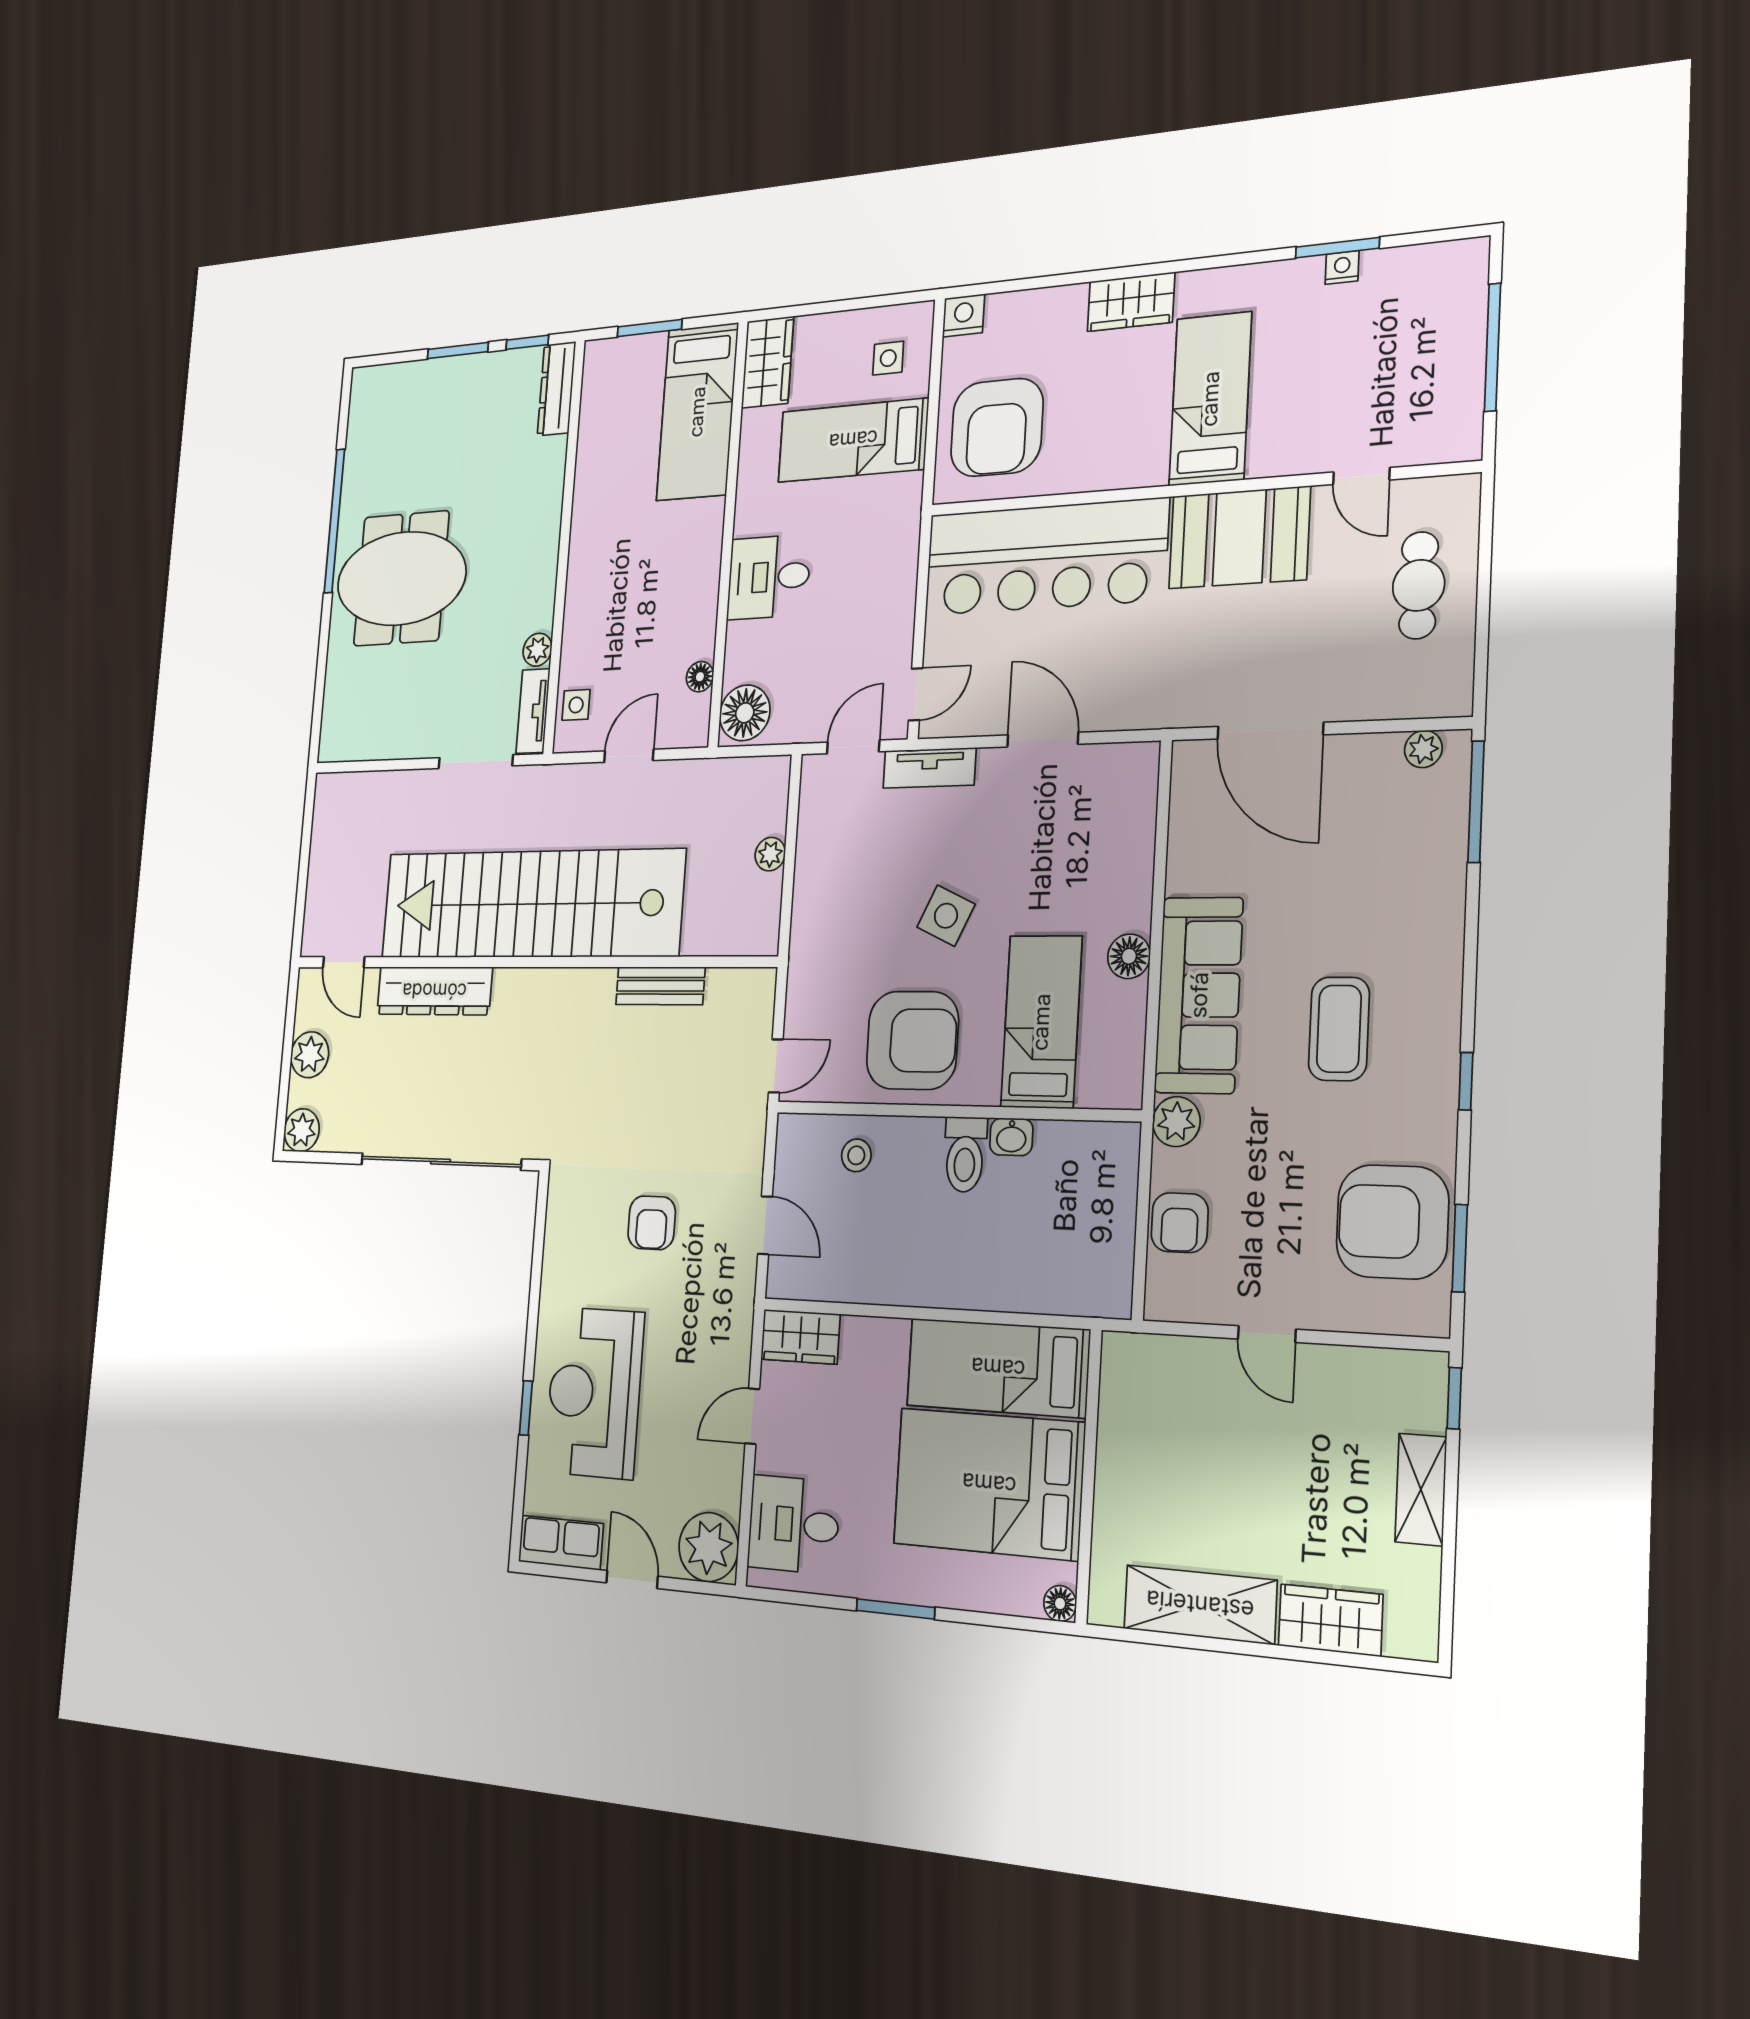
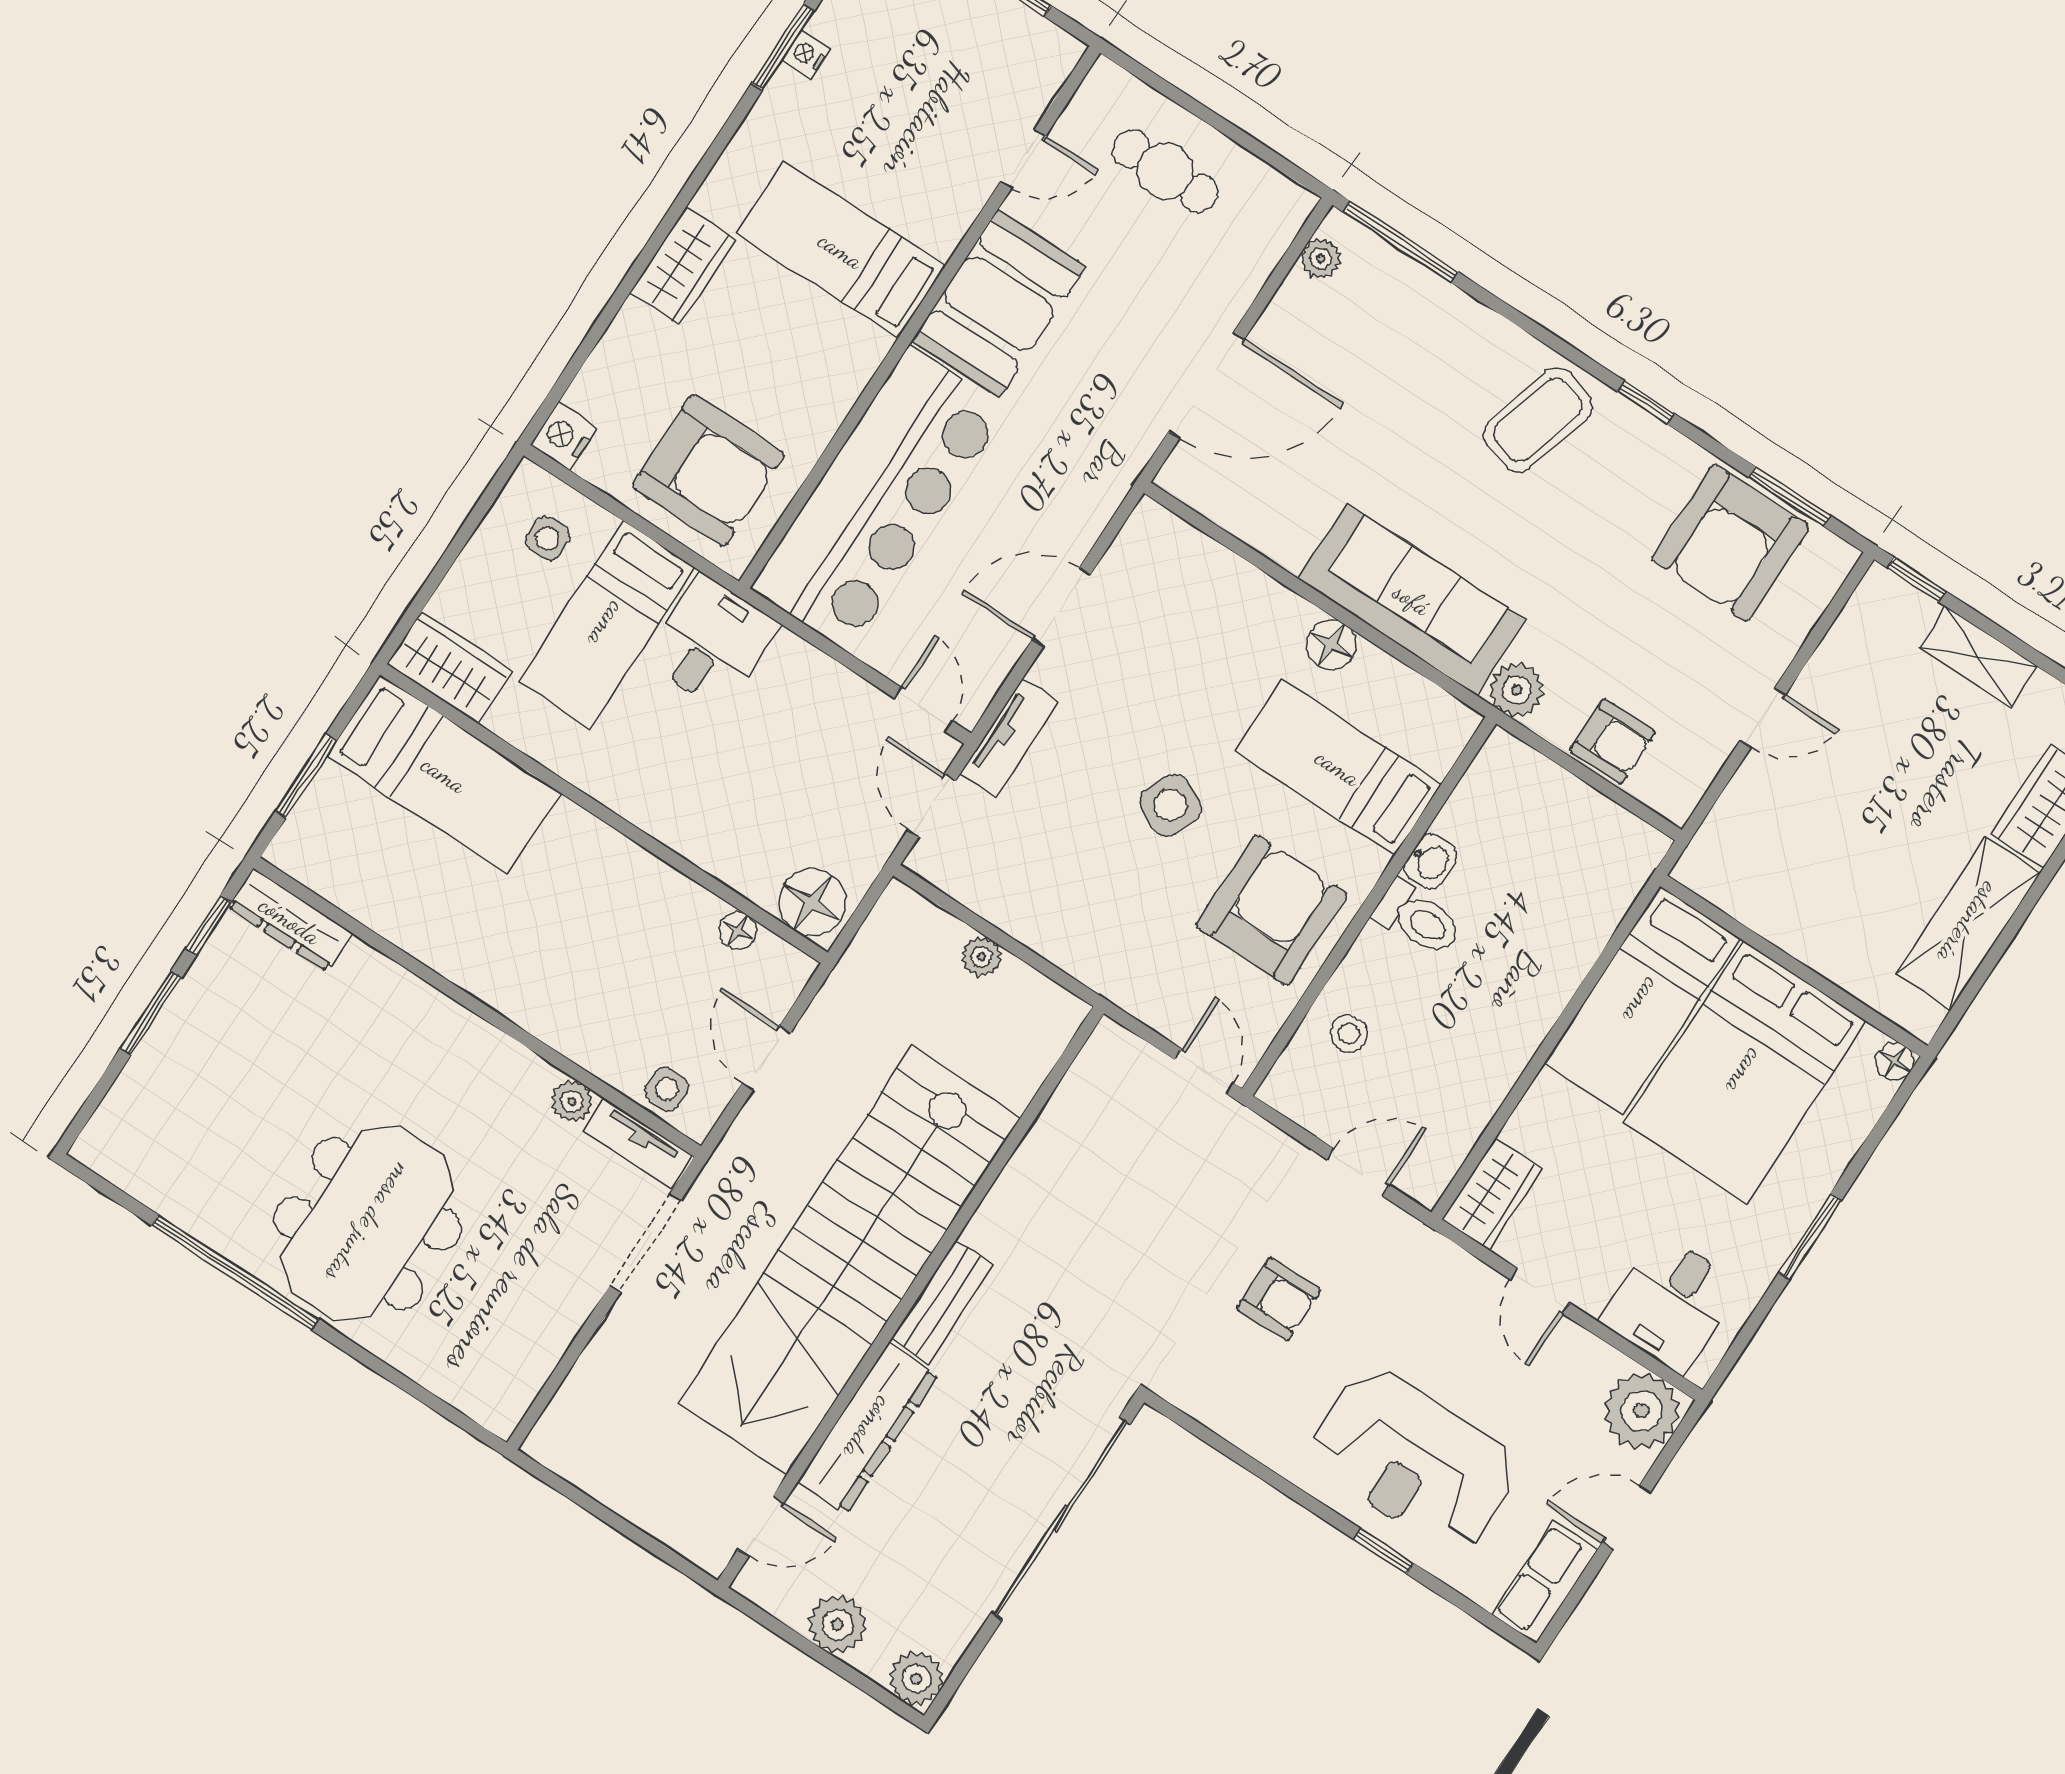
desk: (769, 577) -> (711, 642), moved, turned 180
bench: (660, 986) -> (942, 1302), moved
coffee table: (1339, 1029) -> (1538, 420), moved, turned -74

